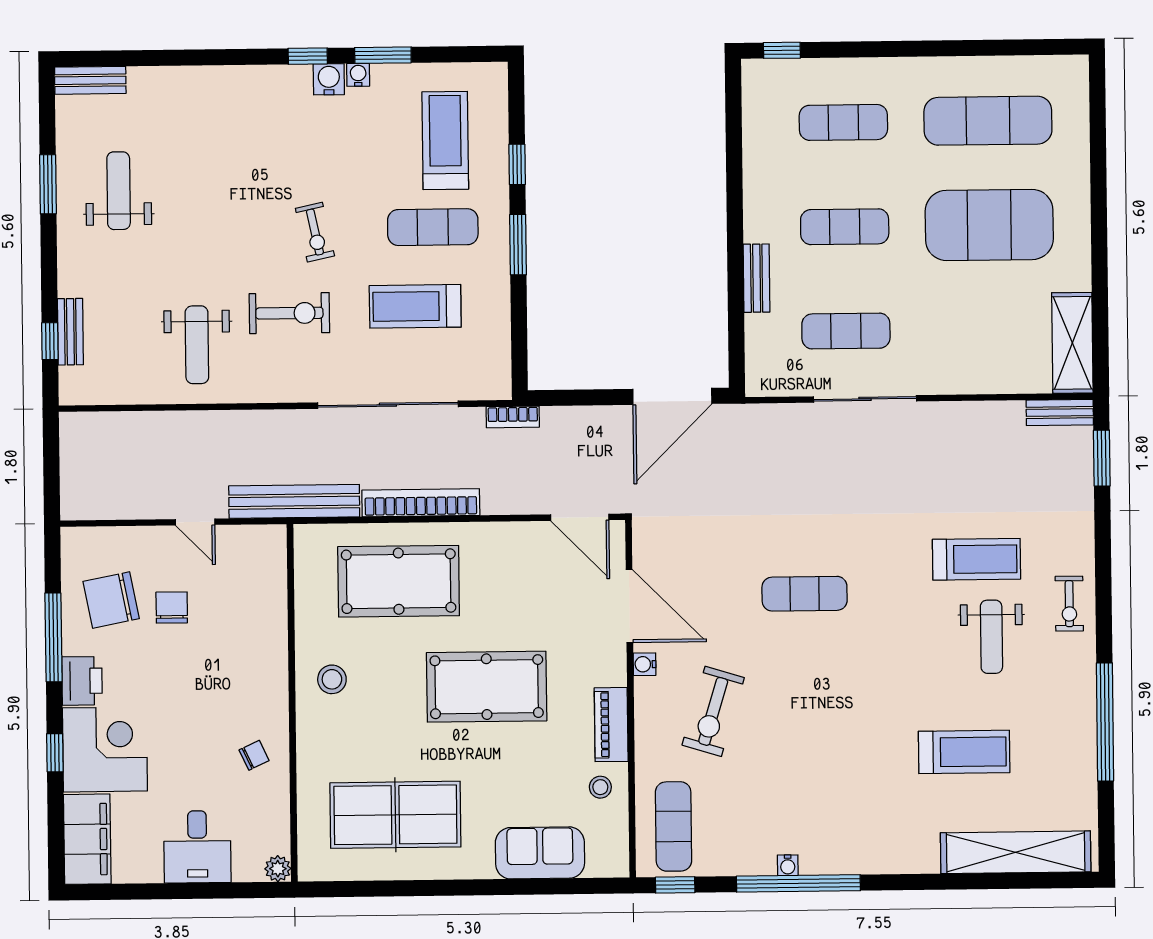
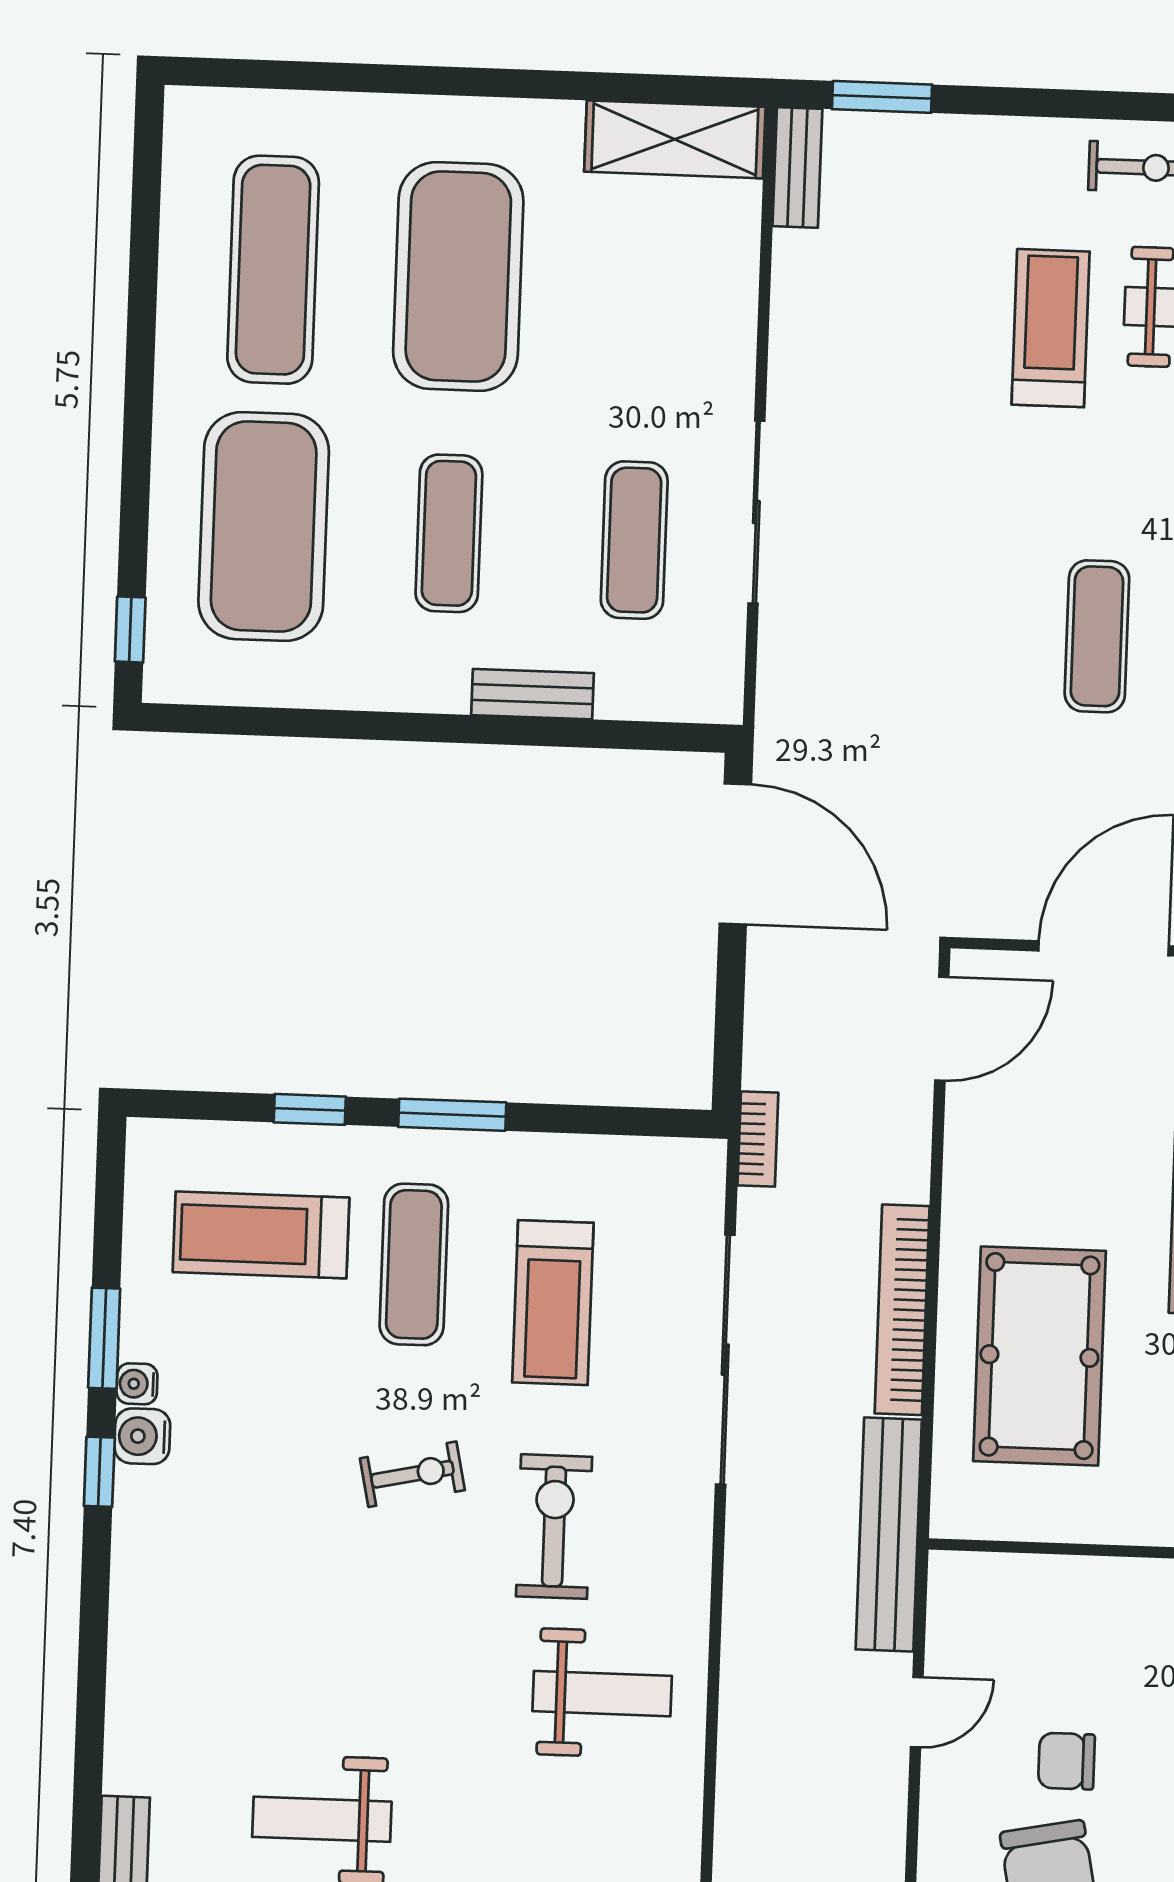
exercise mat: (843, 122) -> (264, 526), width x2.00, depth x1.45

